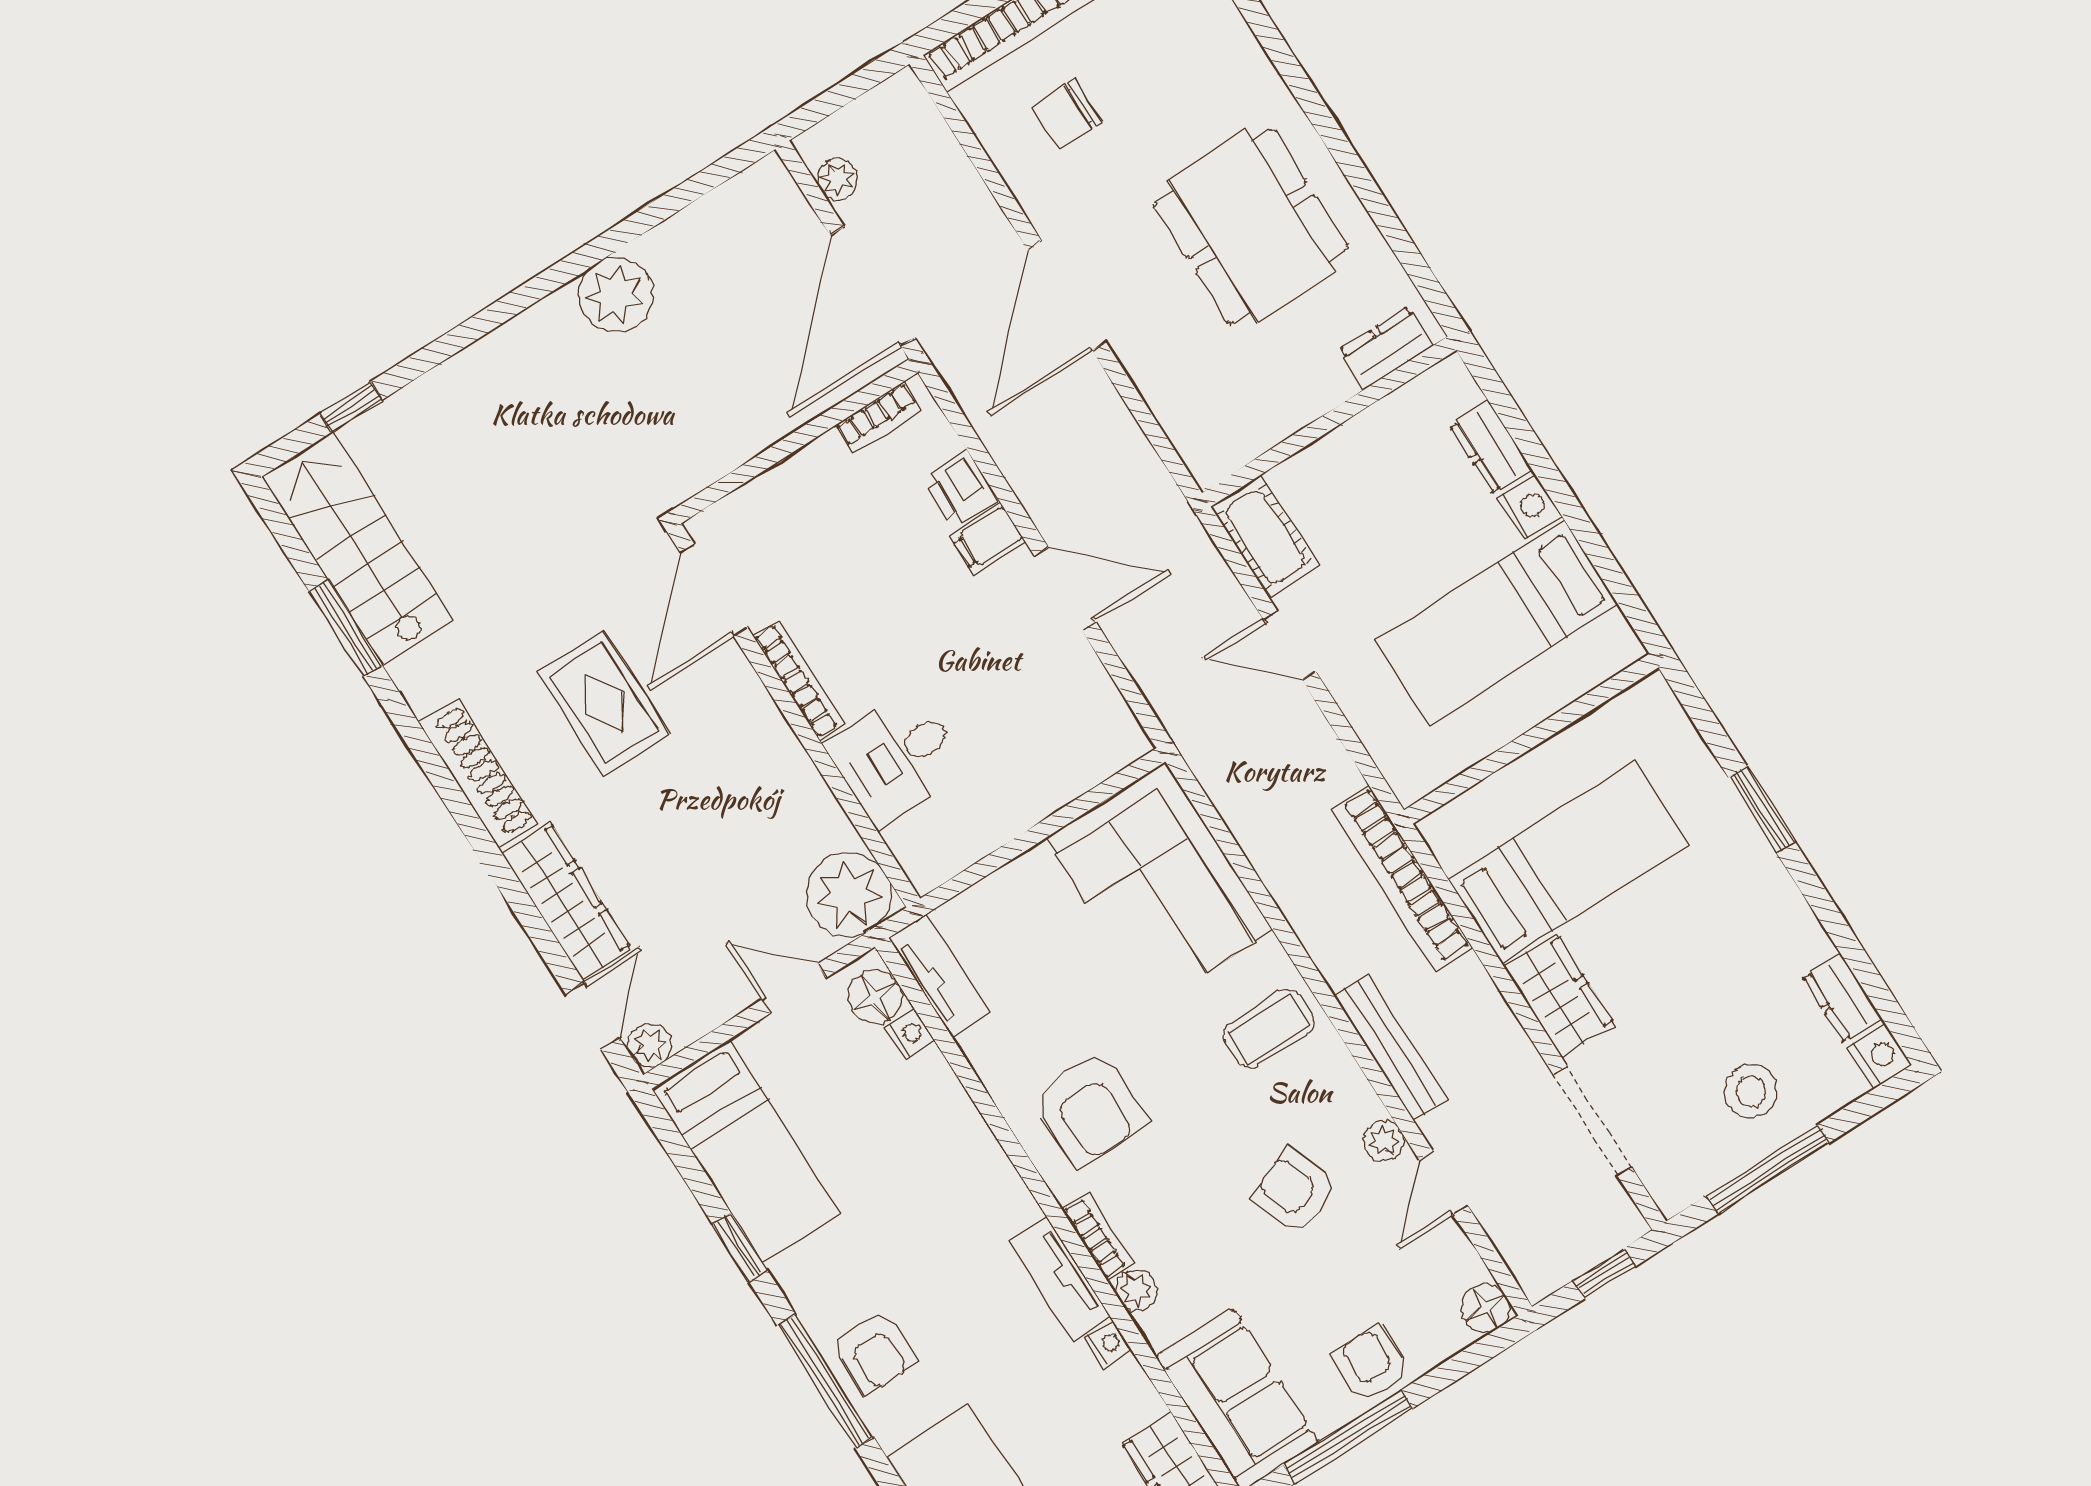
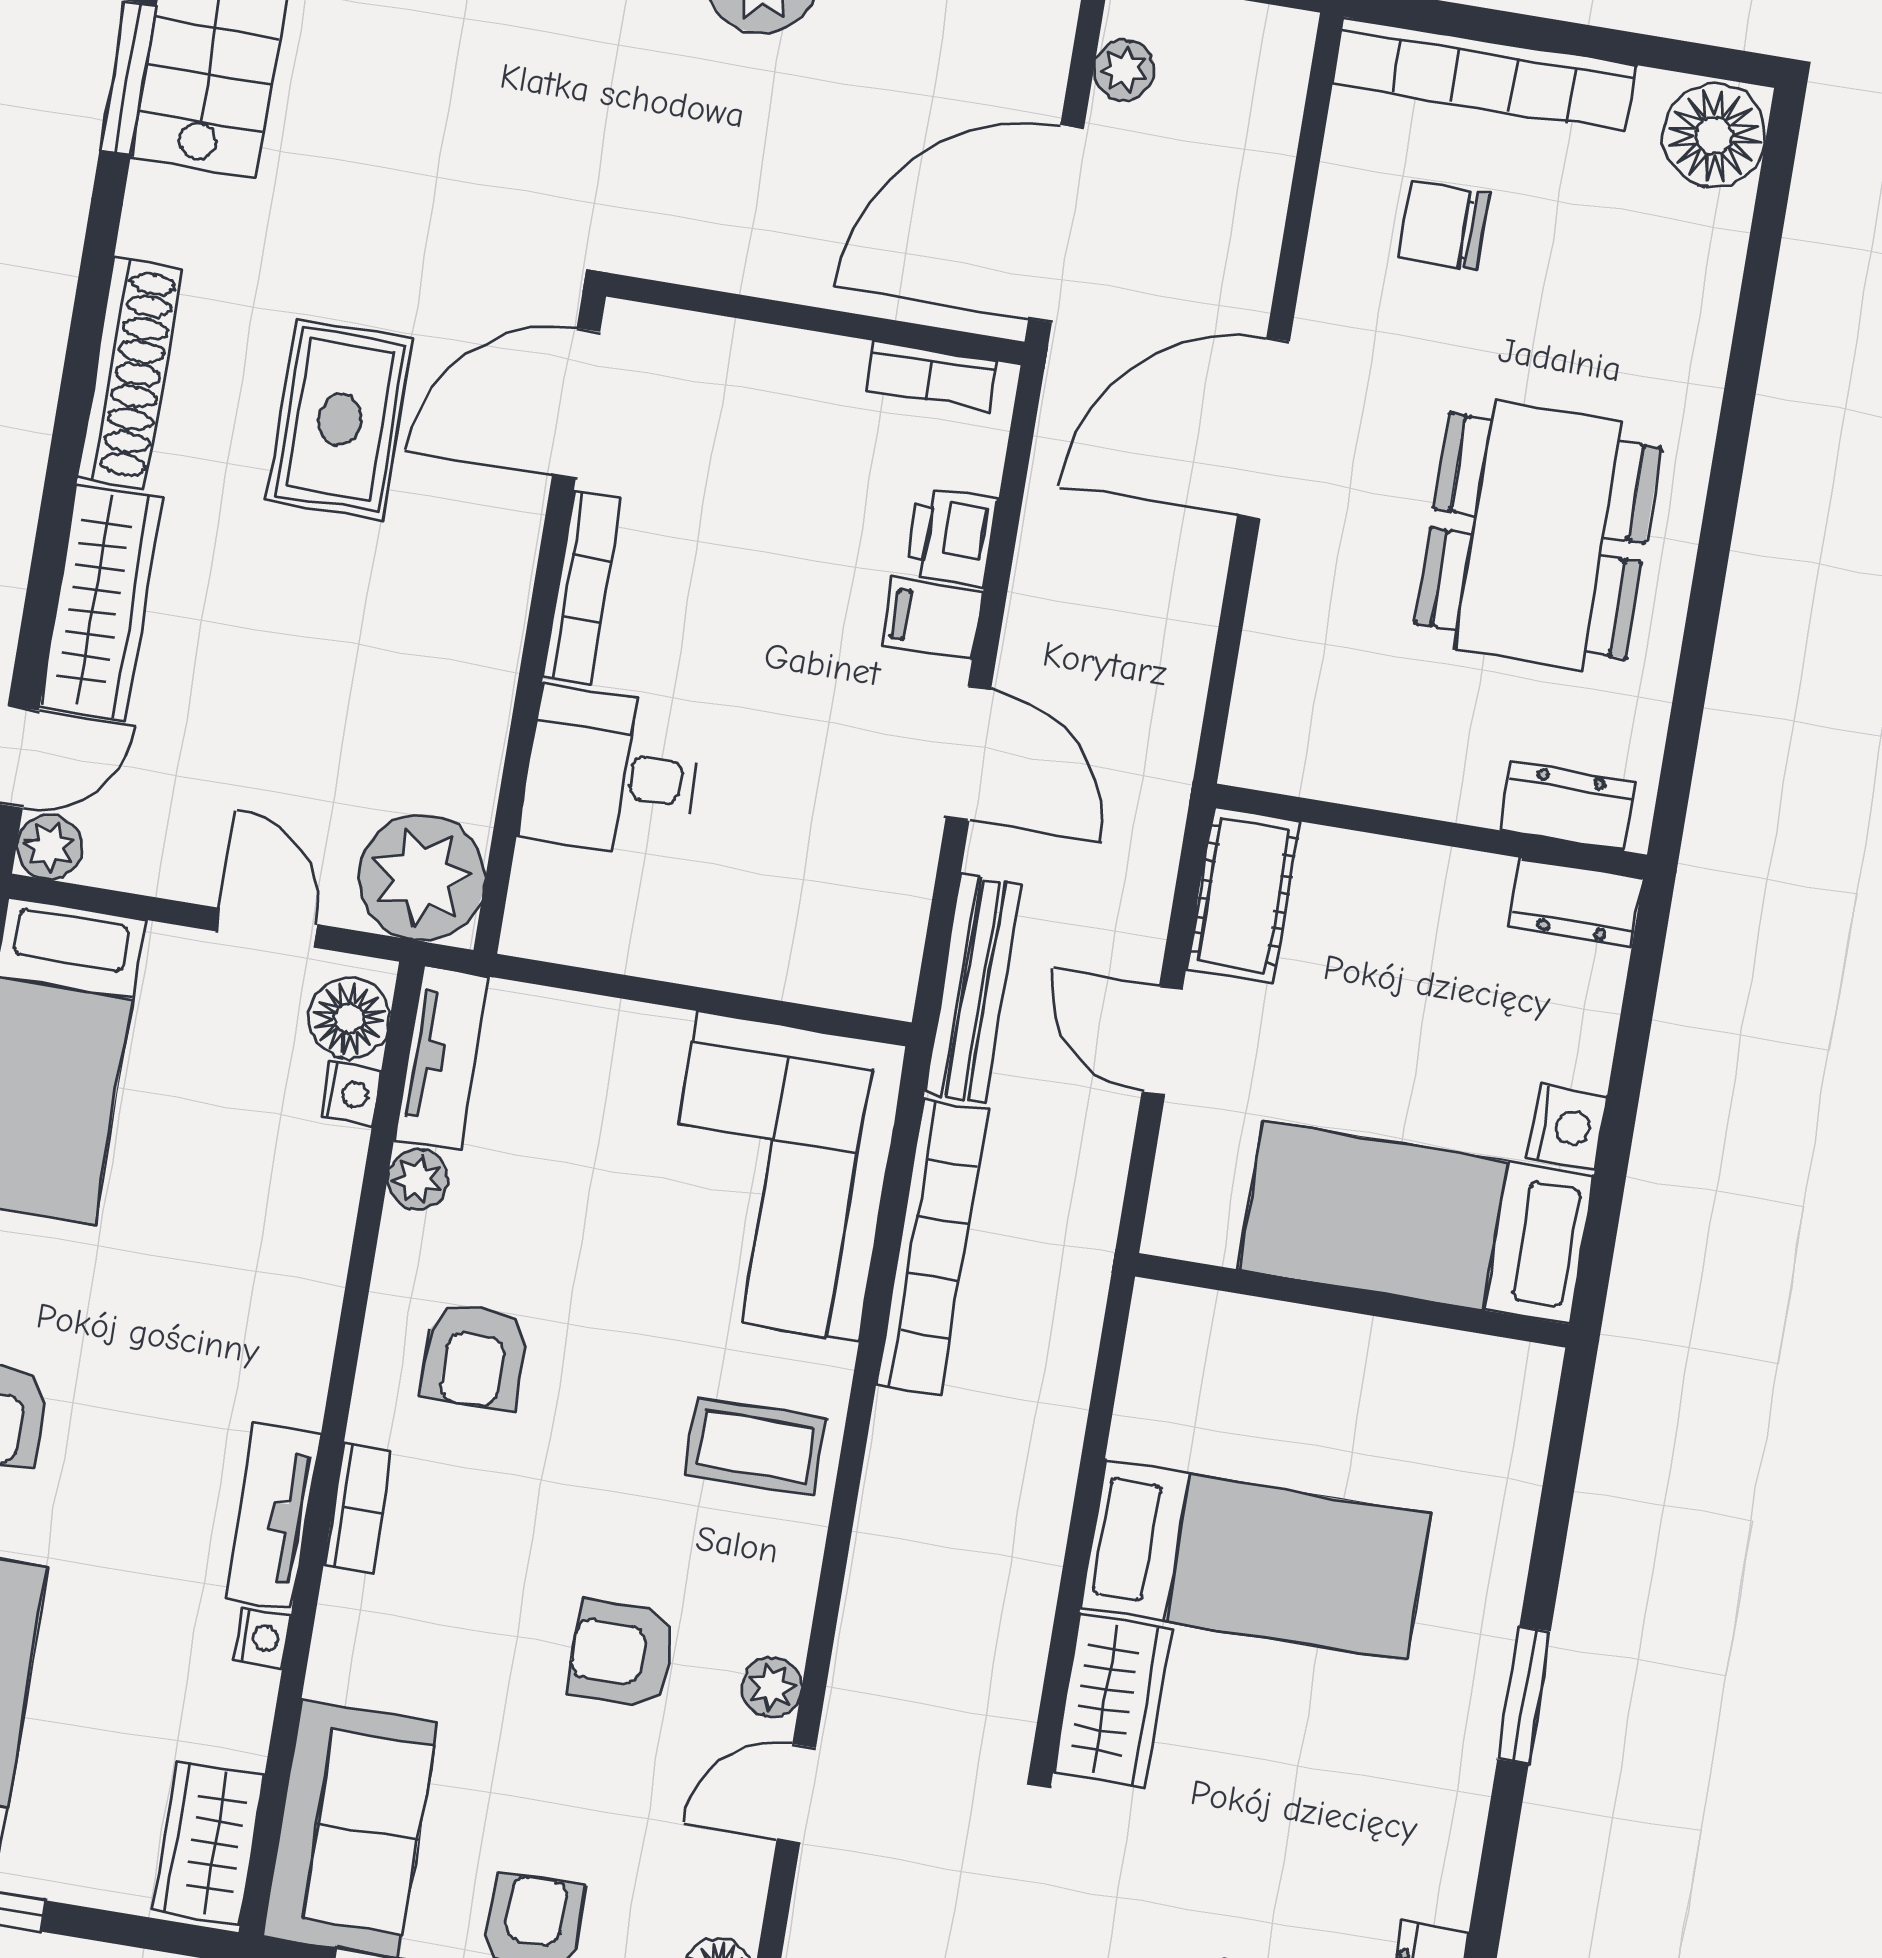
dresser: (1491, 448) -> (1576, 903), moved, turned -90
wall: (1531, 739) -> (1352, 1300), moved
bookcase: (1402, 877) -> (932, 1247), moved, turned 180
bench: (1391, 1047) -> (973, 988), moved
armchair: (1088, 1109) -> (475, 1356), width x0.72, depth x0.72
armchair: (1294, 1191) -> (622, 1654), turned -69
plant: (1137, 1290) -> (418, 1179), moved

